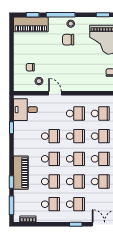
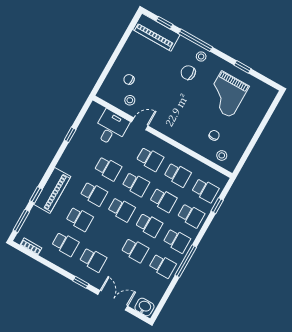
door: (55, 93) -> (140, 124), hinge flipped
desk: (25, 110) -> (111, 128), moved, turned 90
school desk: (75, 181) -> (107, 235), removed

